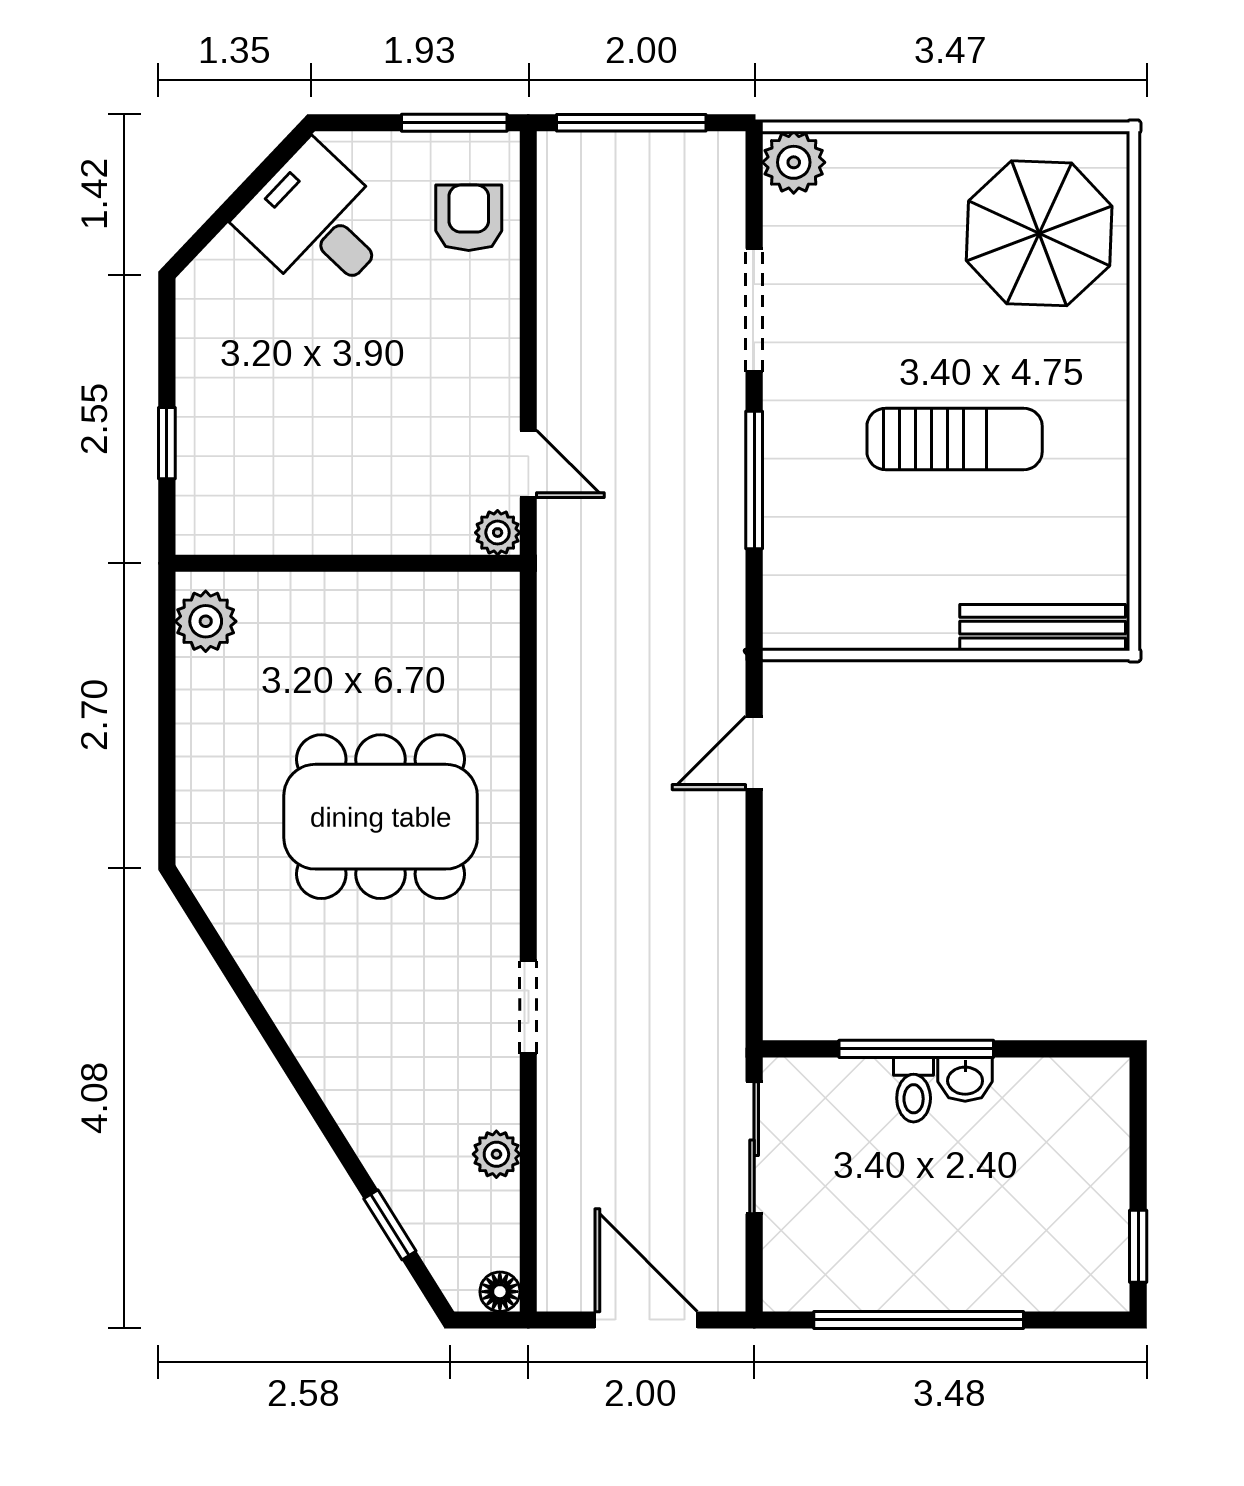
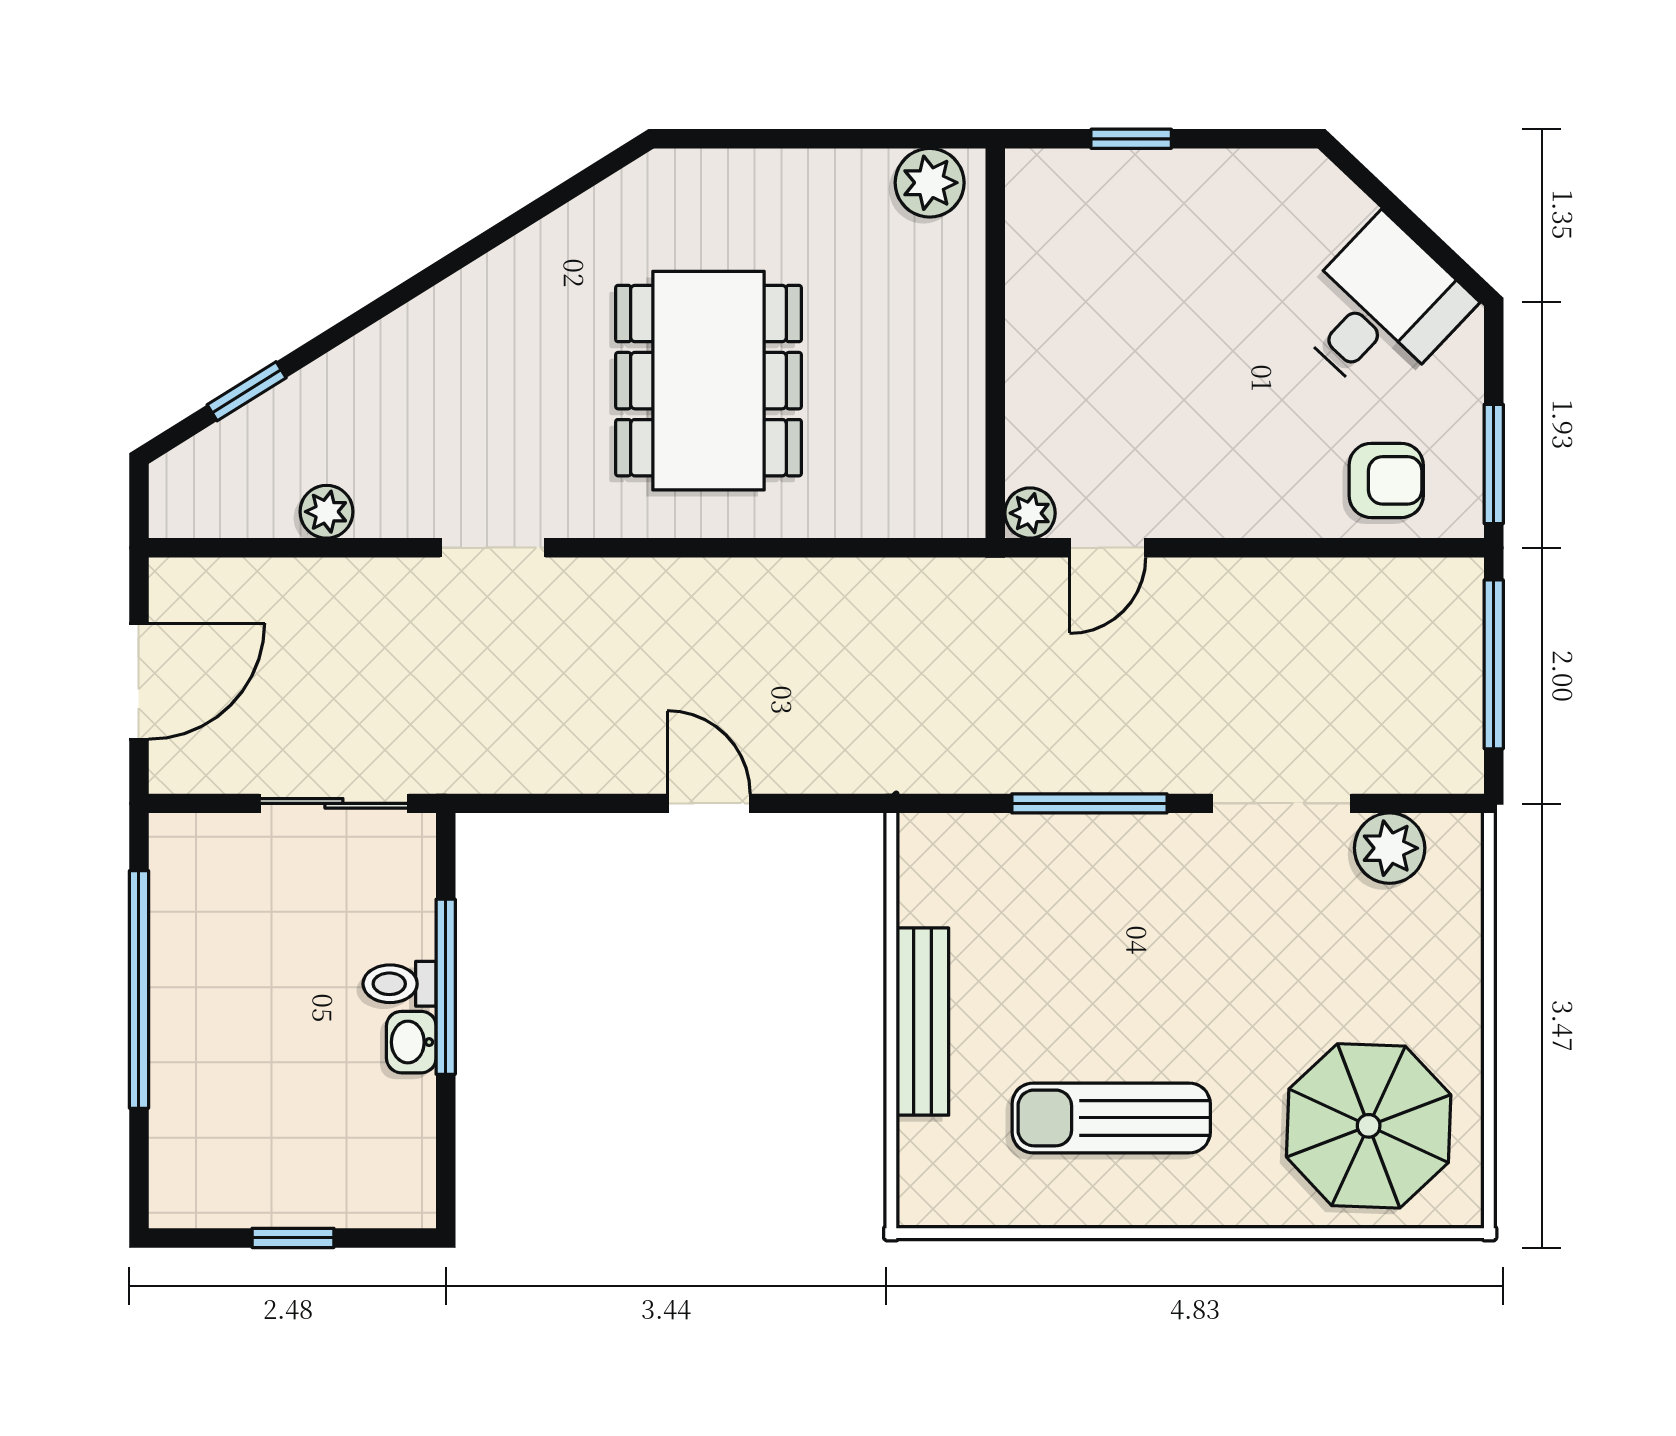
plant: (794, 162) -> (1390, 848), moved
sun lounger: (955, 439) -> (1111, 1118), moved, turned 90
bench: (1043, 628) -> (922, 1022), moved
door: (754, 753) -> (709, 803), moved
window: (1138, 1246) -> (293, 1238), moved
floor lamp: (500, 1292) -> (171, 516), removed

